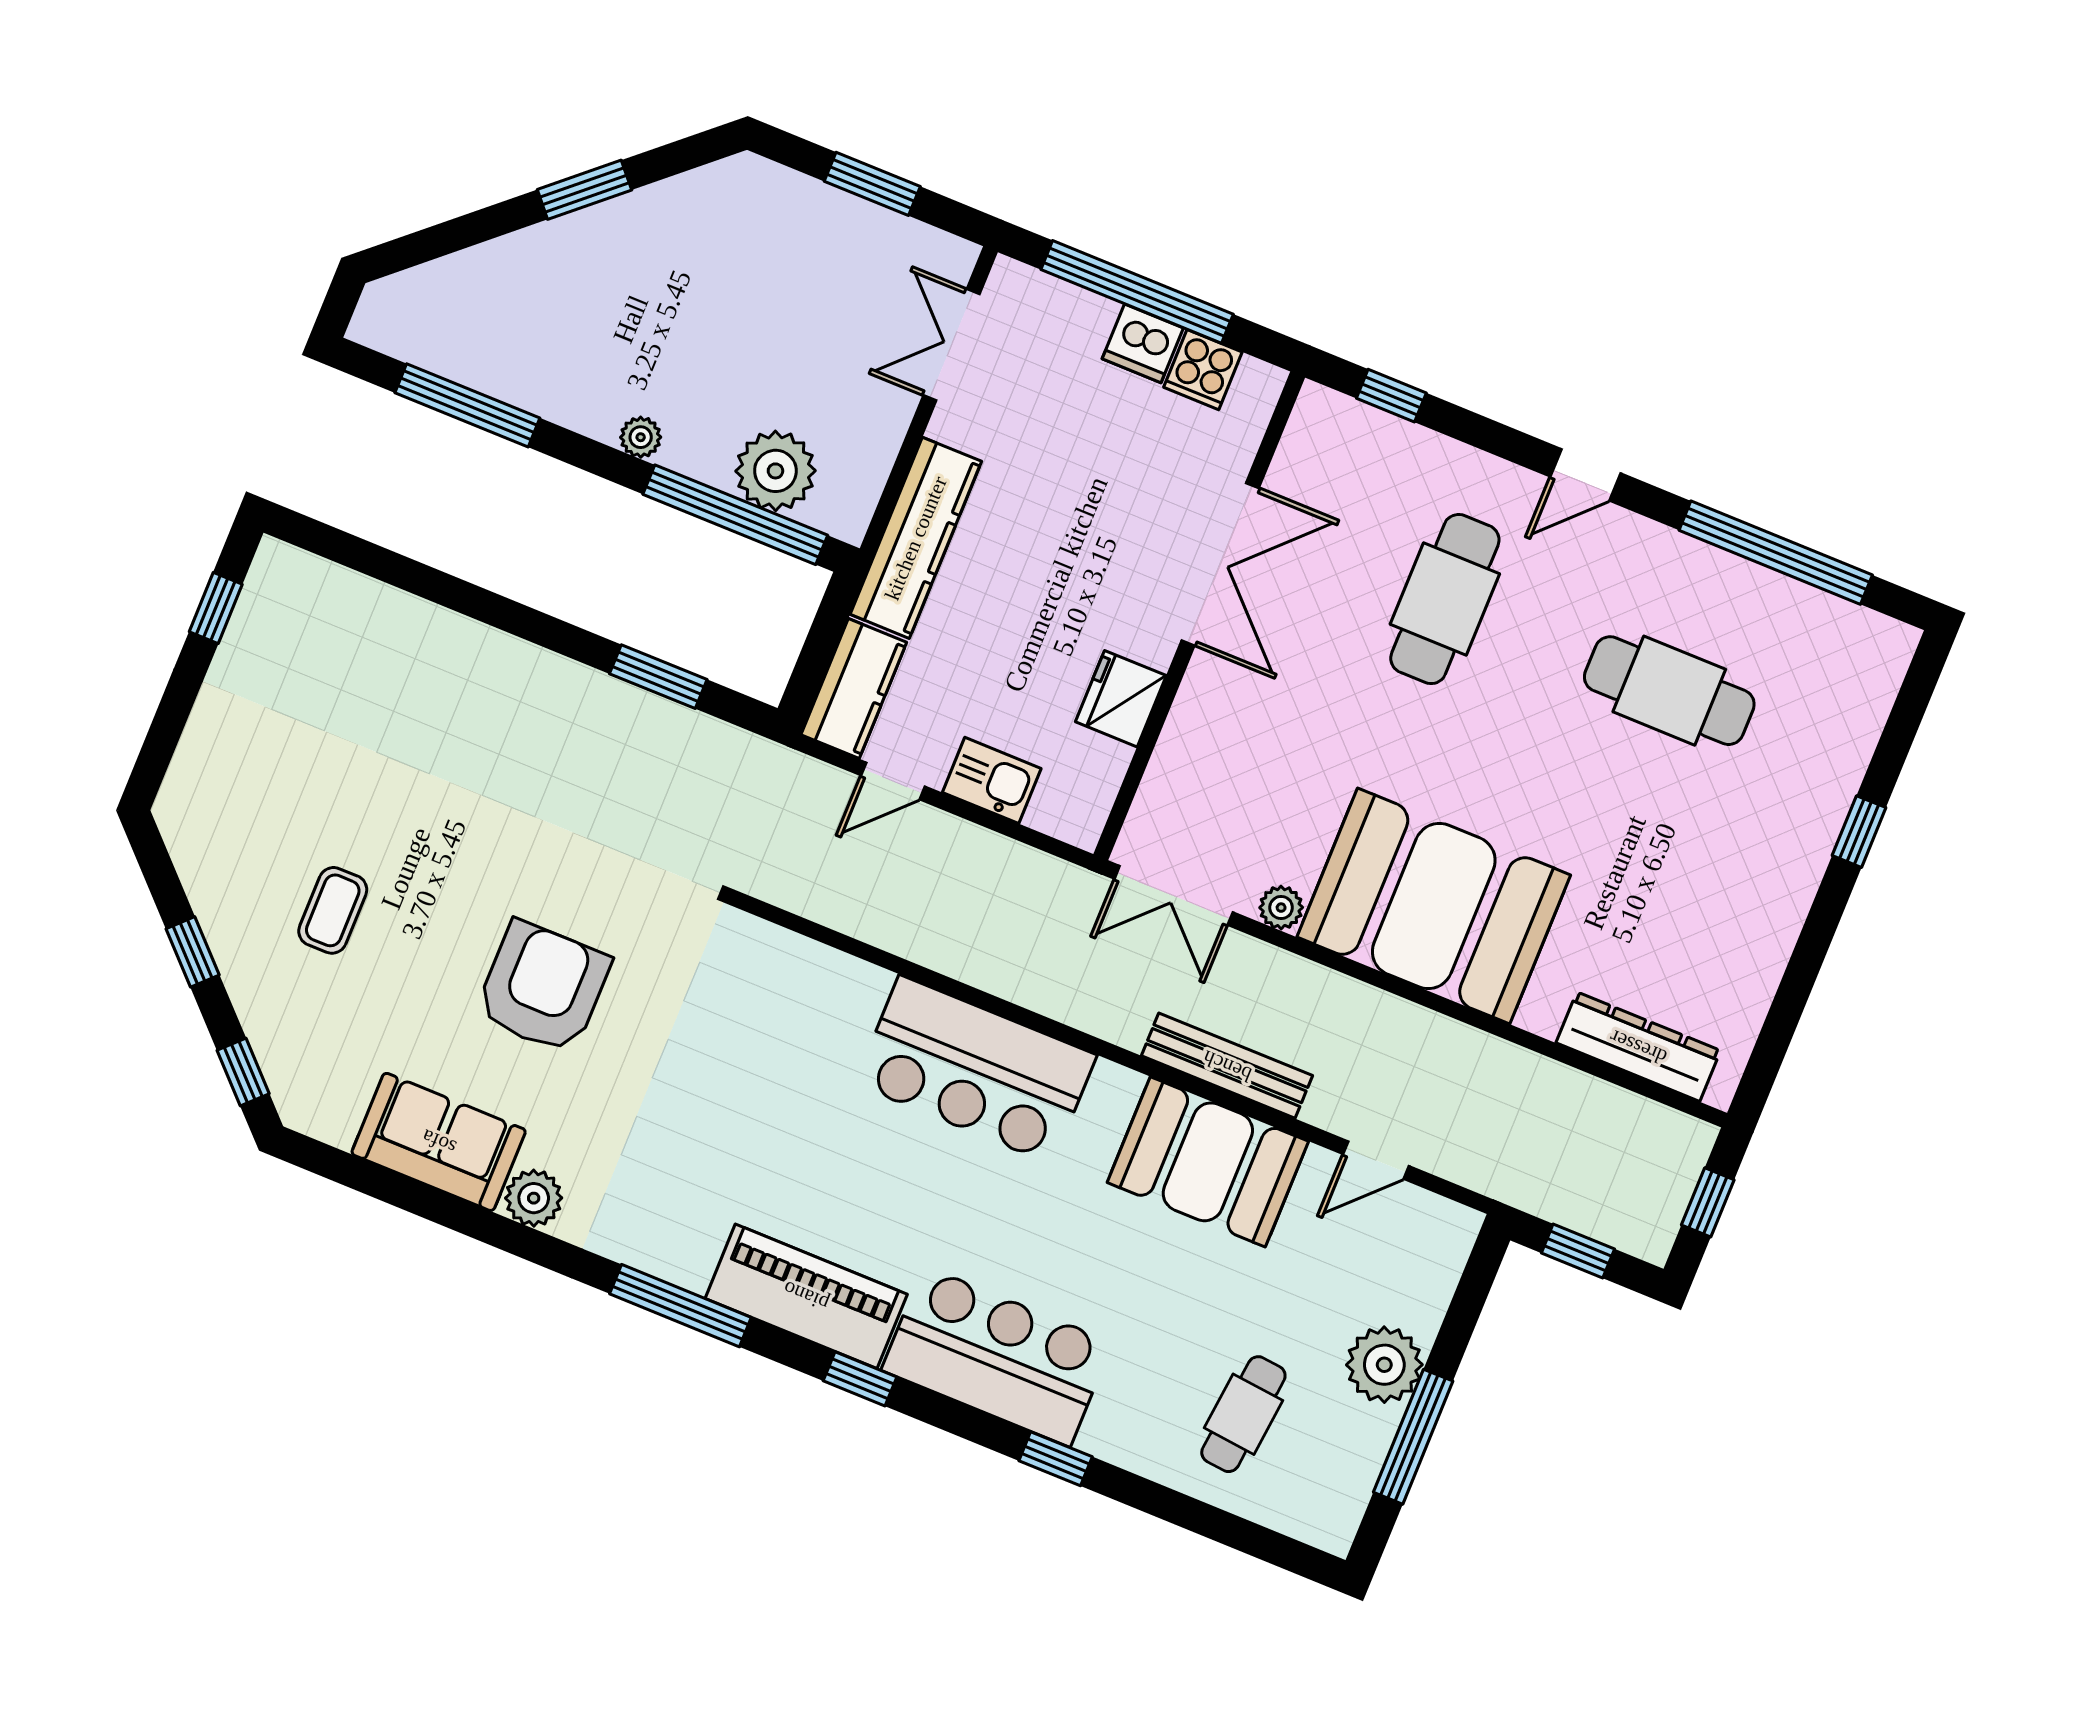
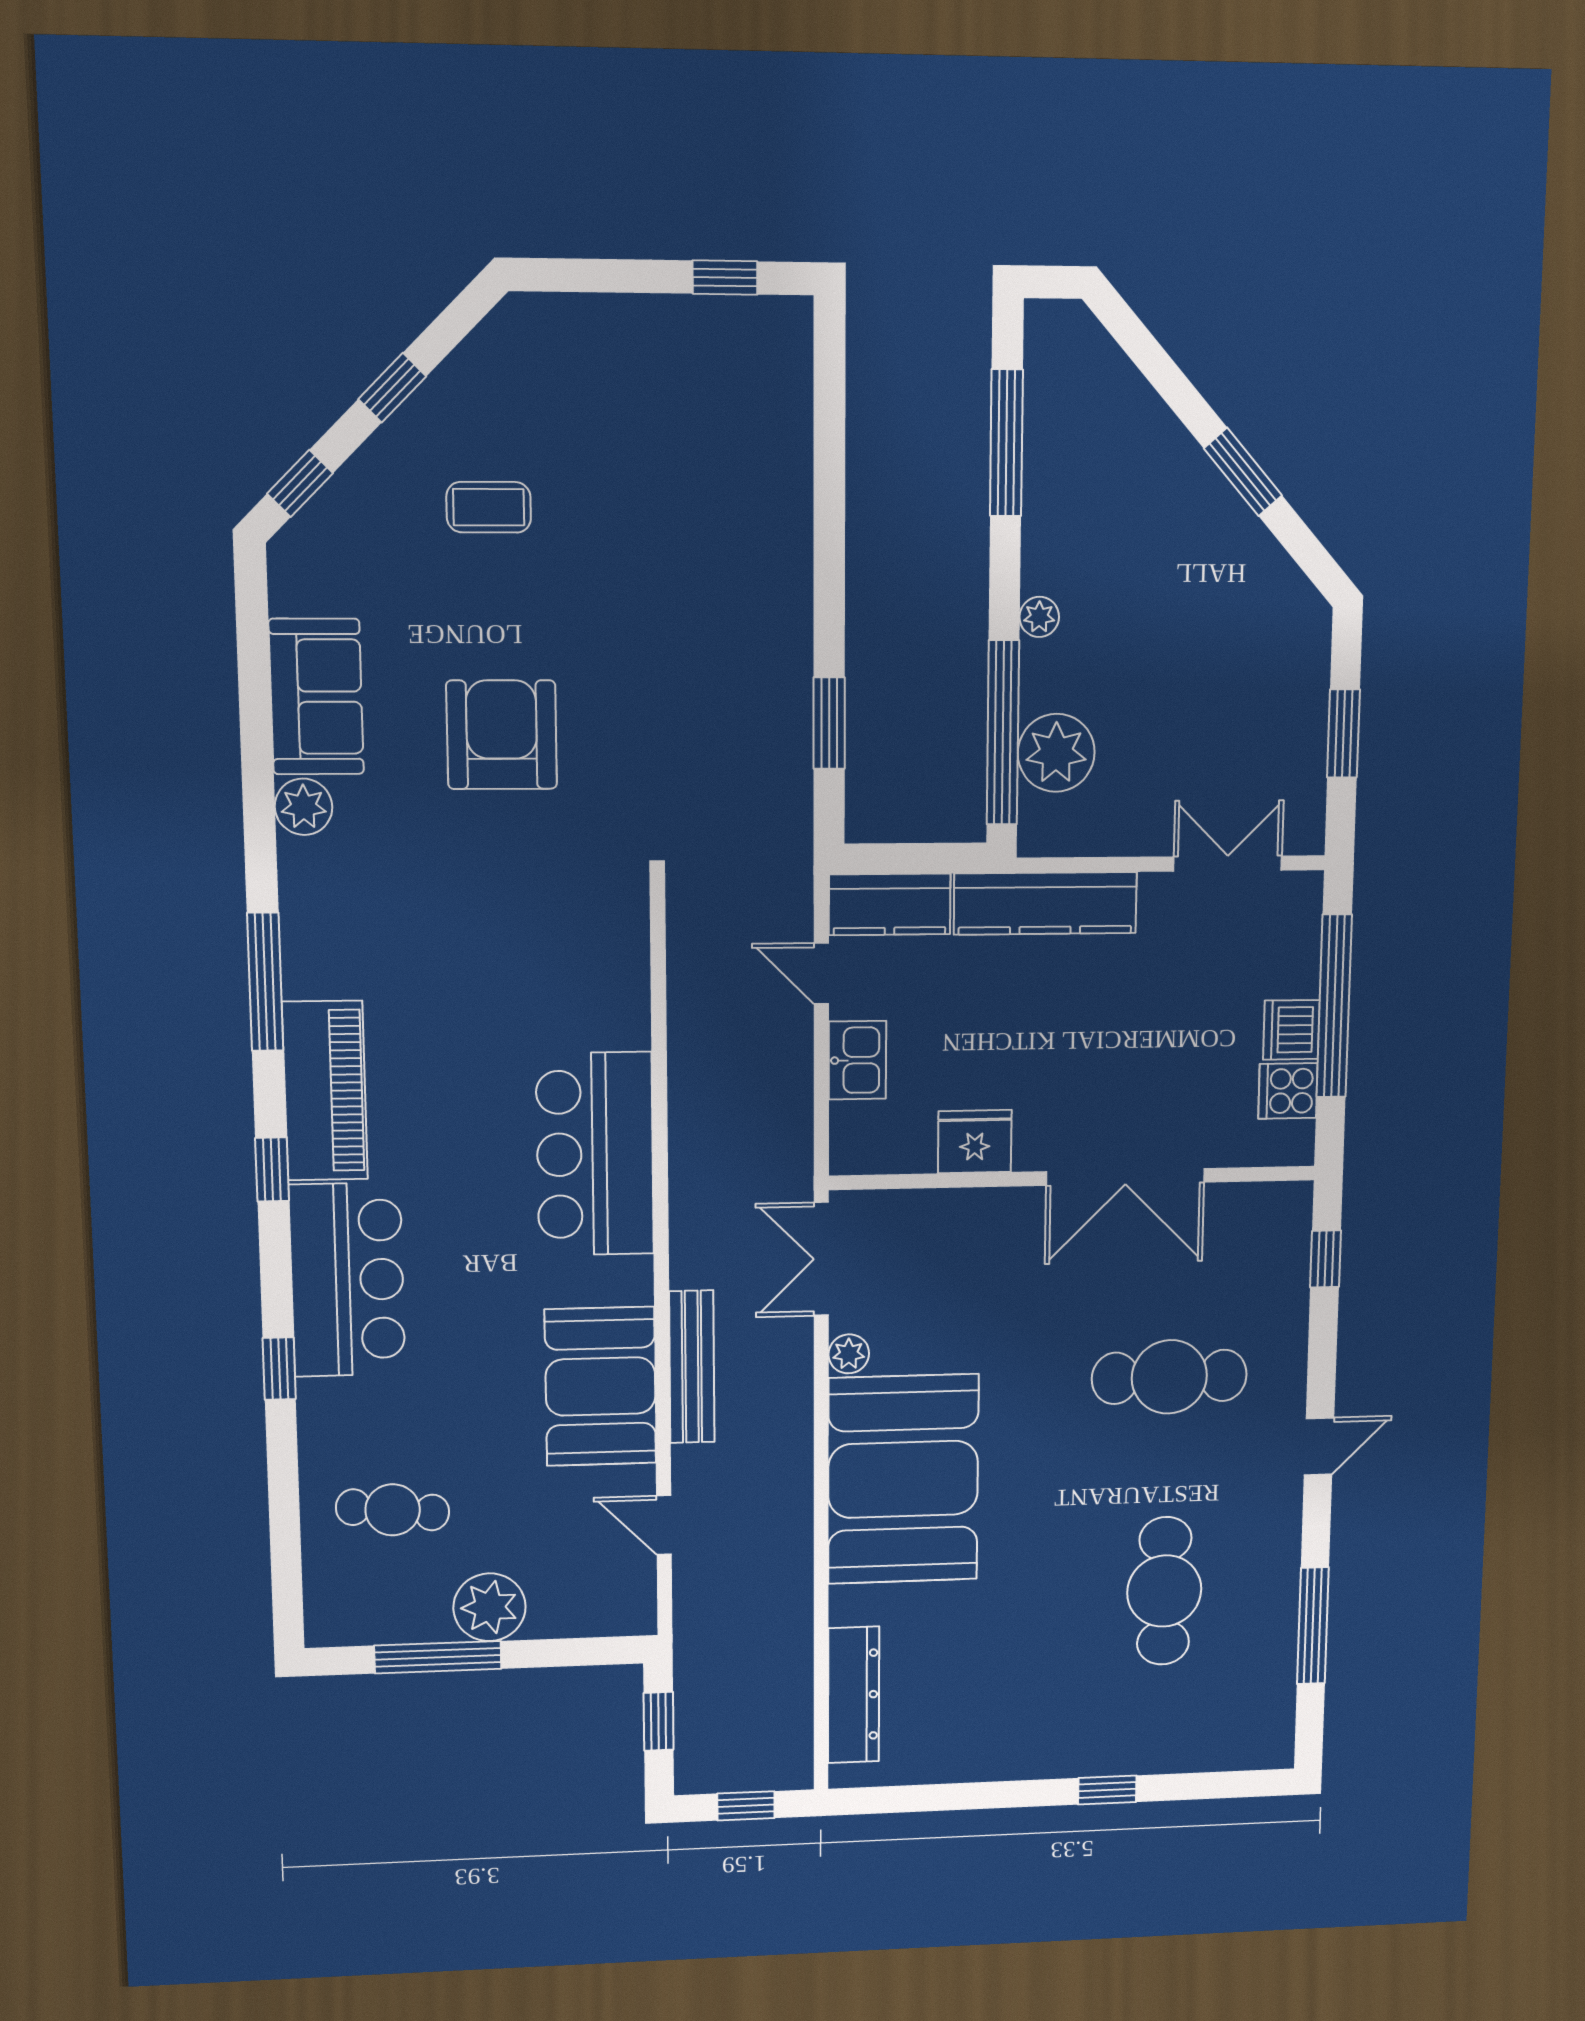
door: (1585, 475) -> (1319, 1446), swing flipped
window: (1776, 553) -> (1313, 1626), width x0.68
armchair: (543, 987) -> (502, 735), turned -90

